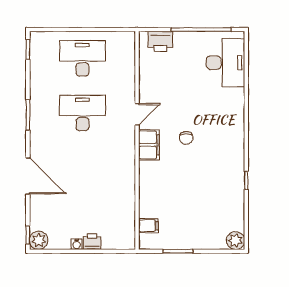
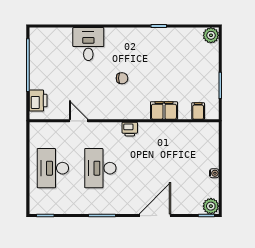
desk: (225, 63) -> (88, 44), moved, width x0.73
door: (137, 114) -> (79, 121), moved
filing cabinet: (149, 145) -> (164, 110), moved
printer: (92, 242) -> (130, 129), moved, turned -90

